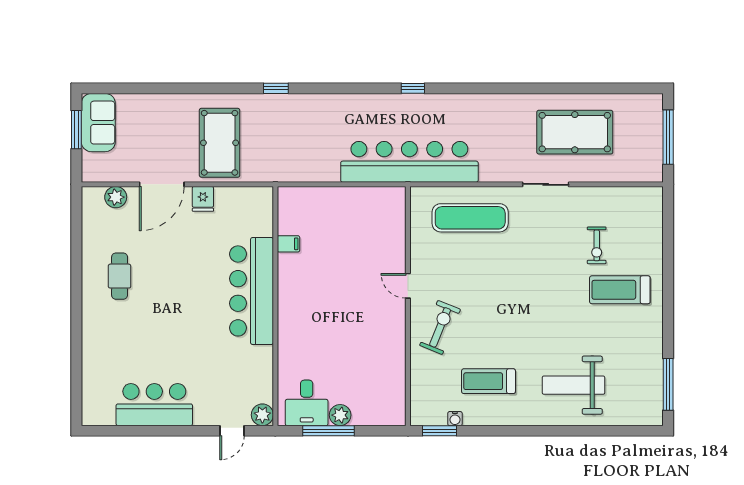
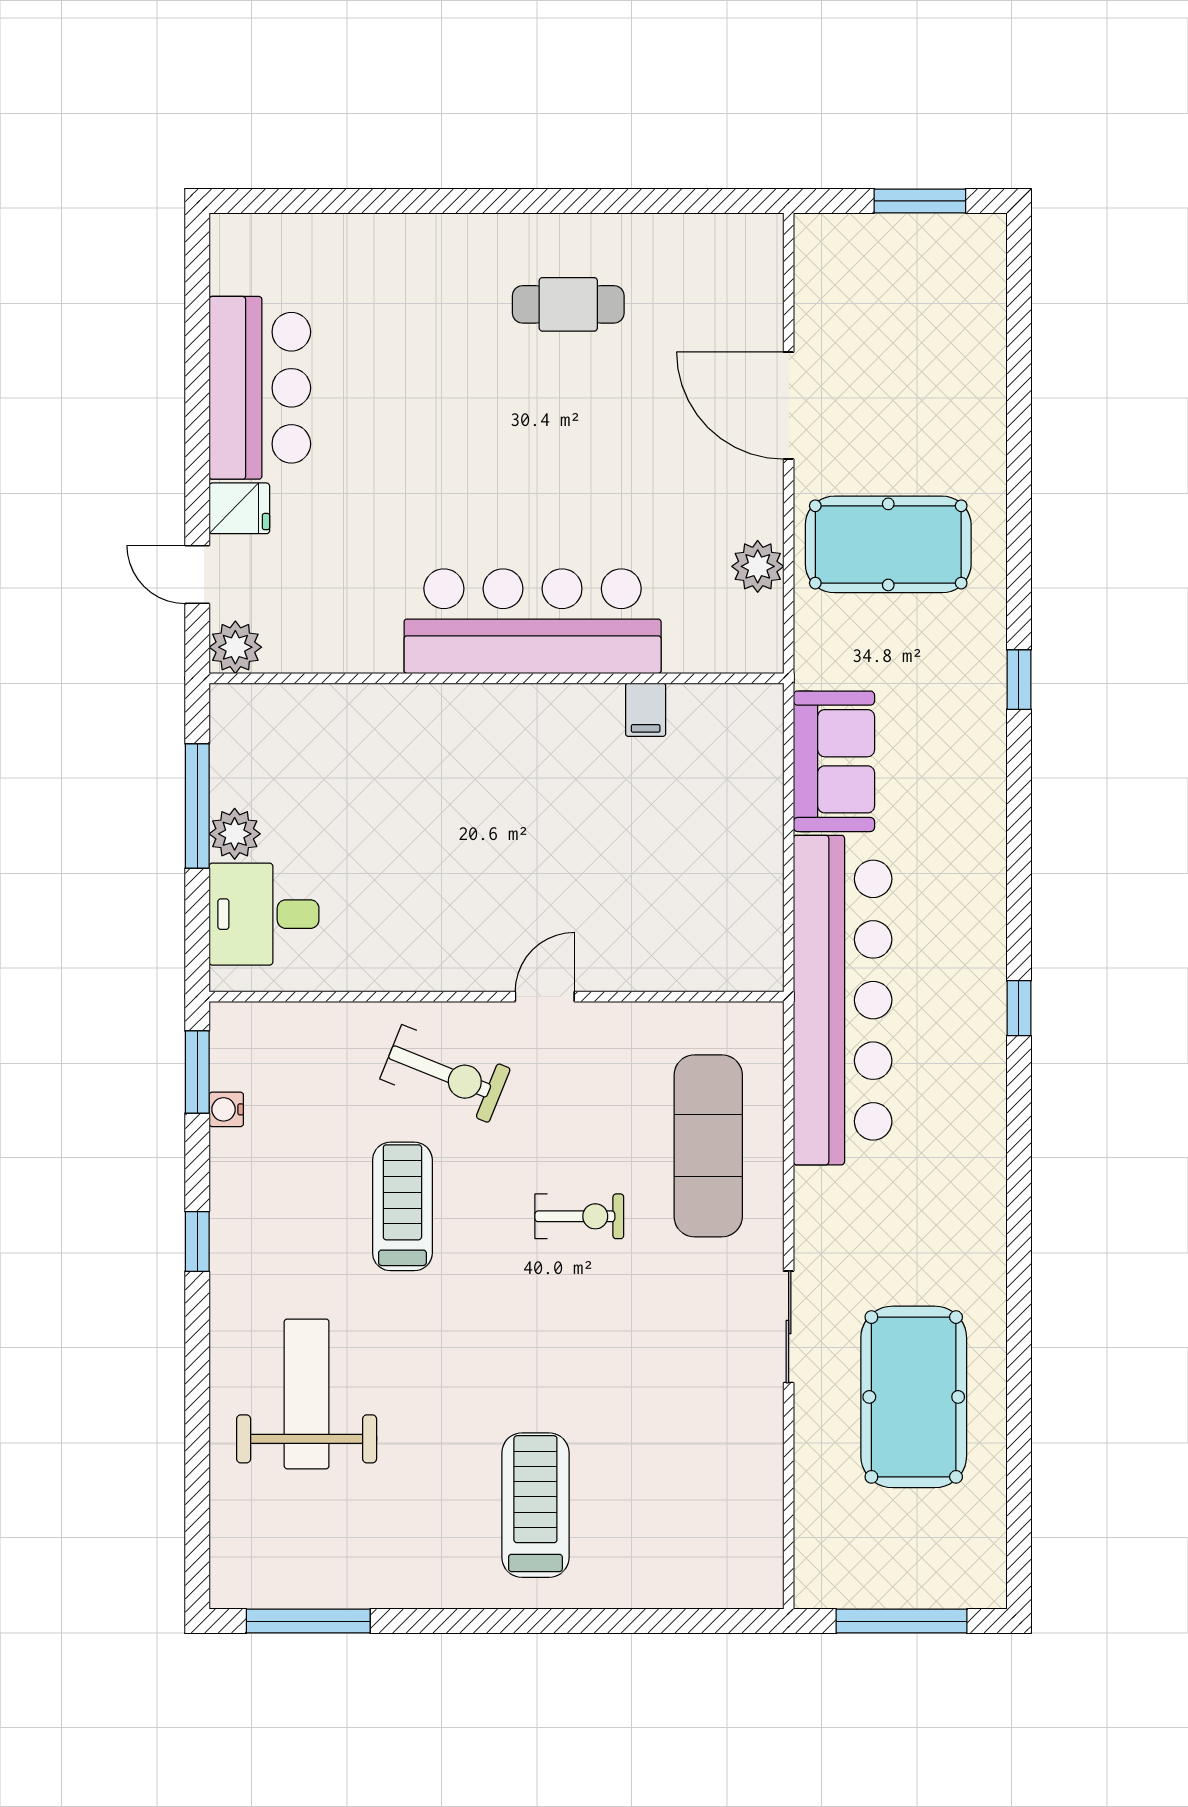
sofa: (98, 123) -> (834, 761), moved, turned -90
plant: (116, 197) -> (758, 566), moved
fridge: (203, 199) -> (239, 508), moved, turned 180
exercise bike: (597, 245) -> (579, 1216), moved, turned 180
treadmill: (489, 381) -> (402, 1206), moved
desk: (307, 403) -> (264, 914), moved
window: (510, 431) -> (197, 1241), added

